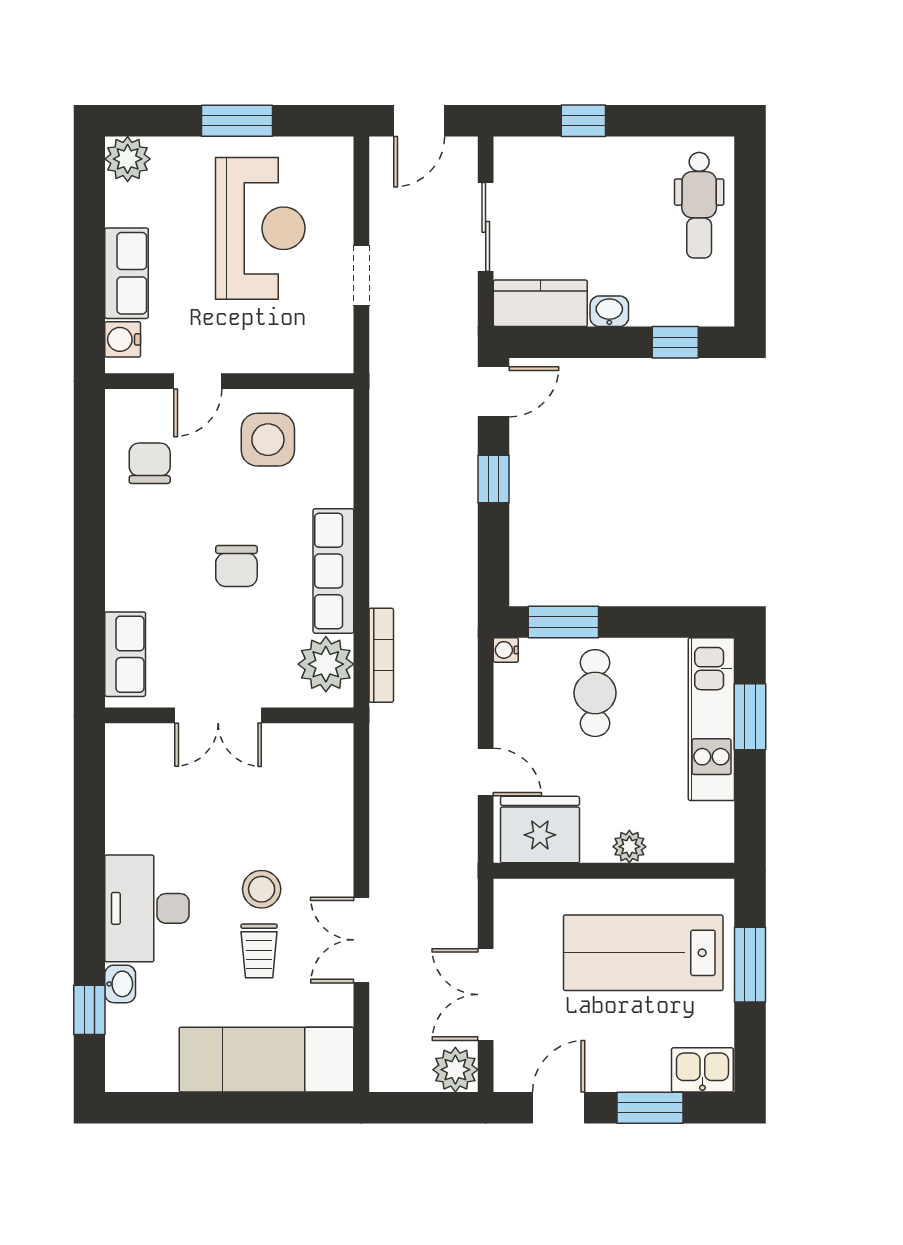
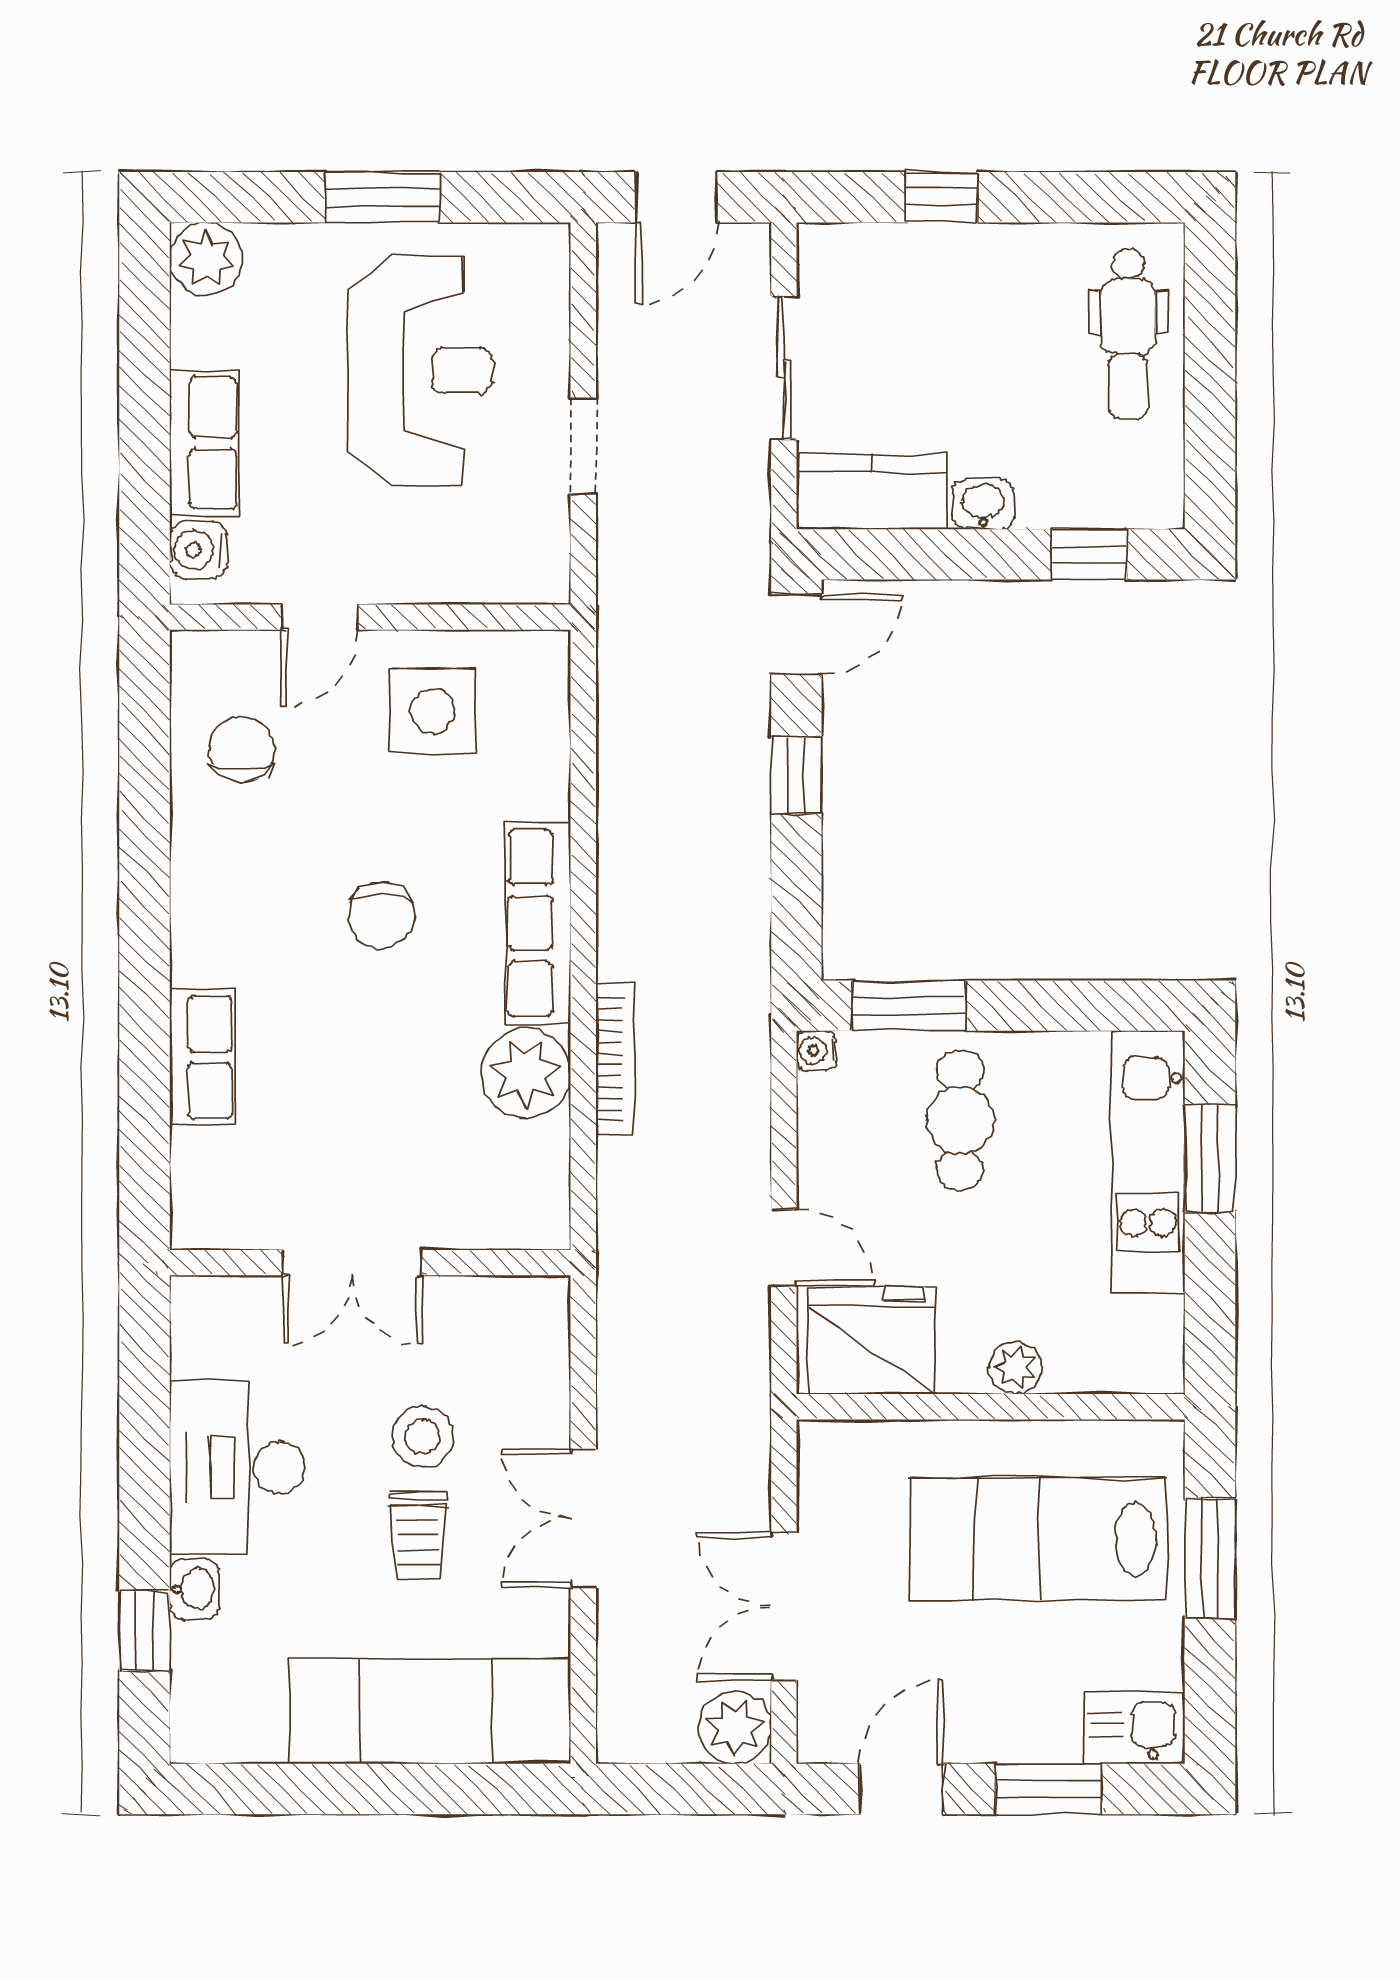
double door: (218, 715) -> (352, 1263), moved
wall: (229, 715) -> (370, 1263), moved

